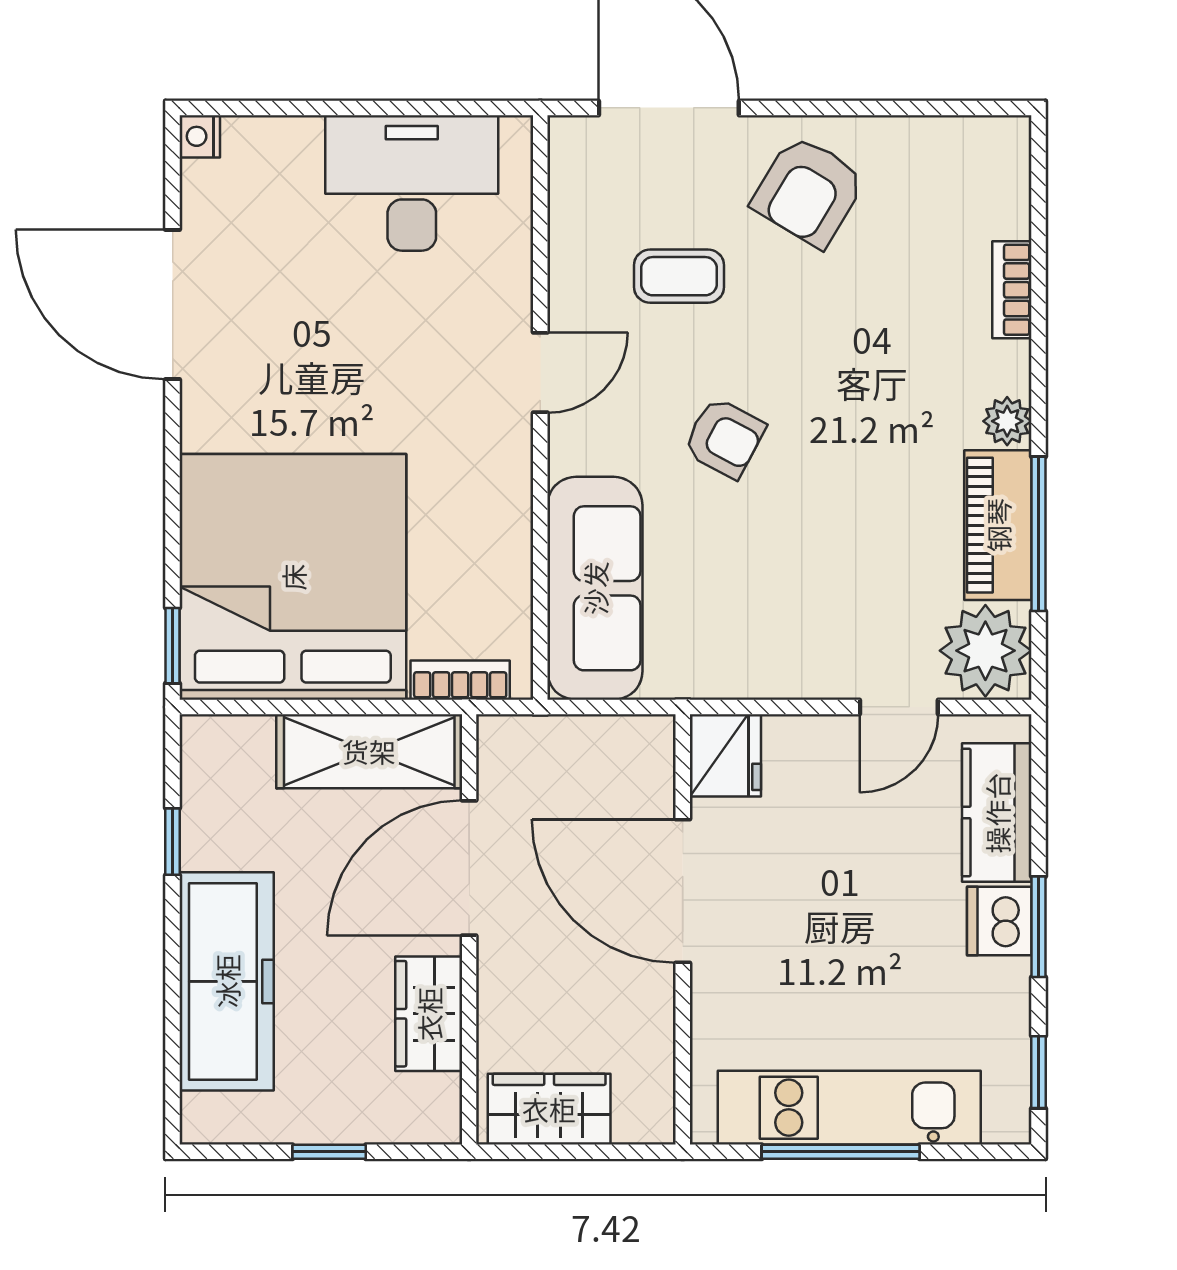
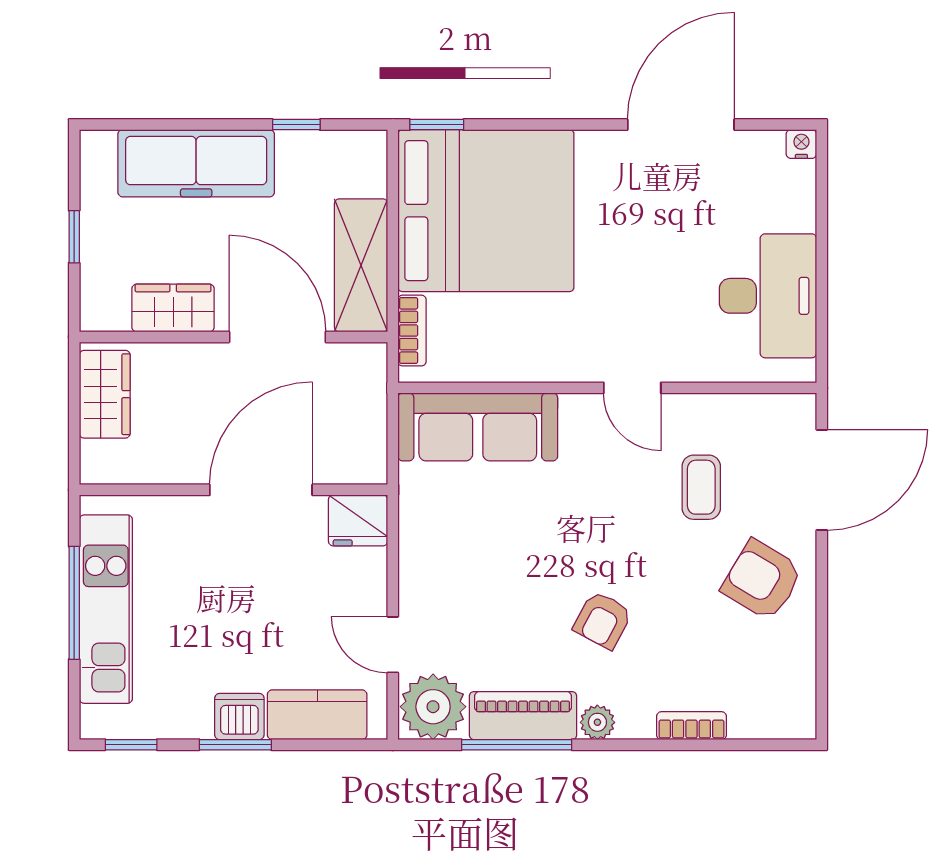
armchair: (724, 438) -> (603, 620), moved

